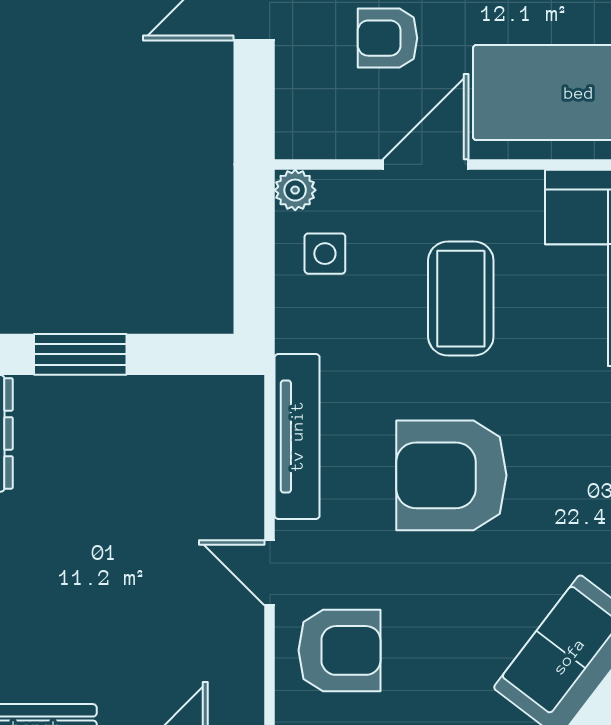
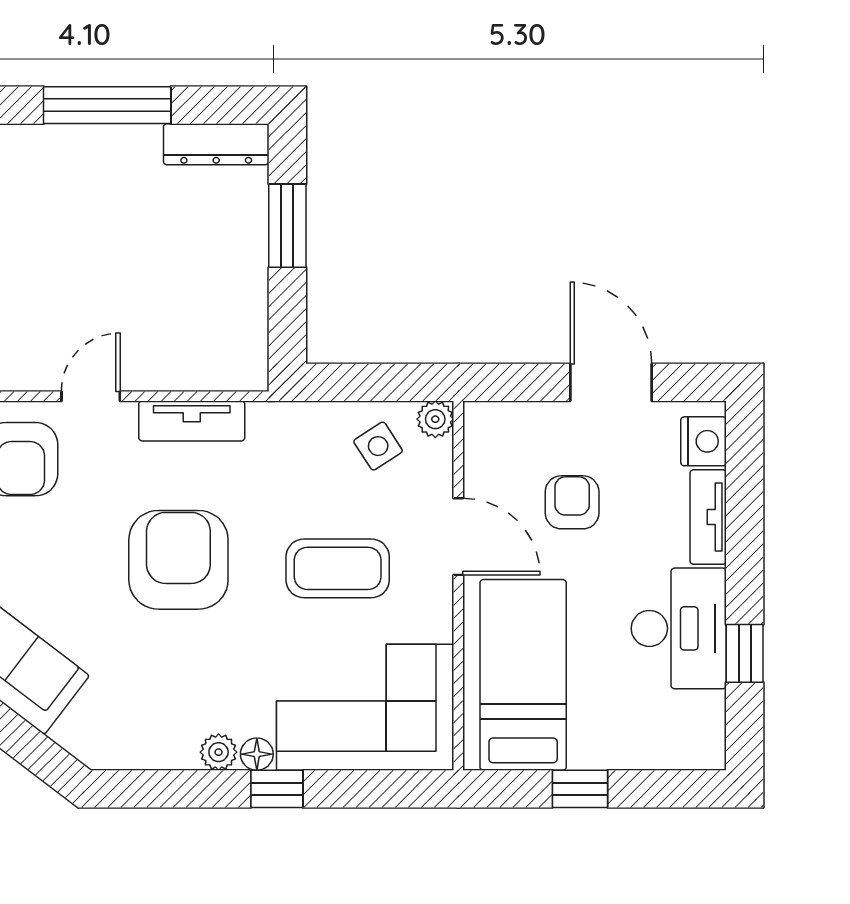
side table: (325, 254) -> (378, 446), turned -33
tv unit: (297, 436) -> (192, 421), width x0.71

